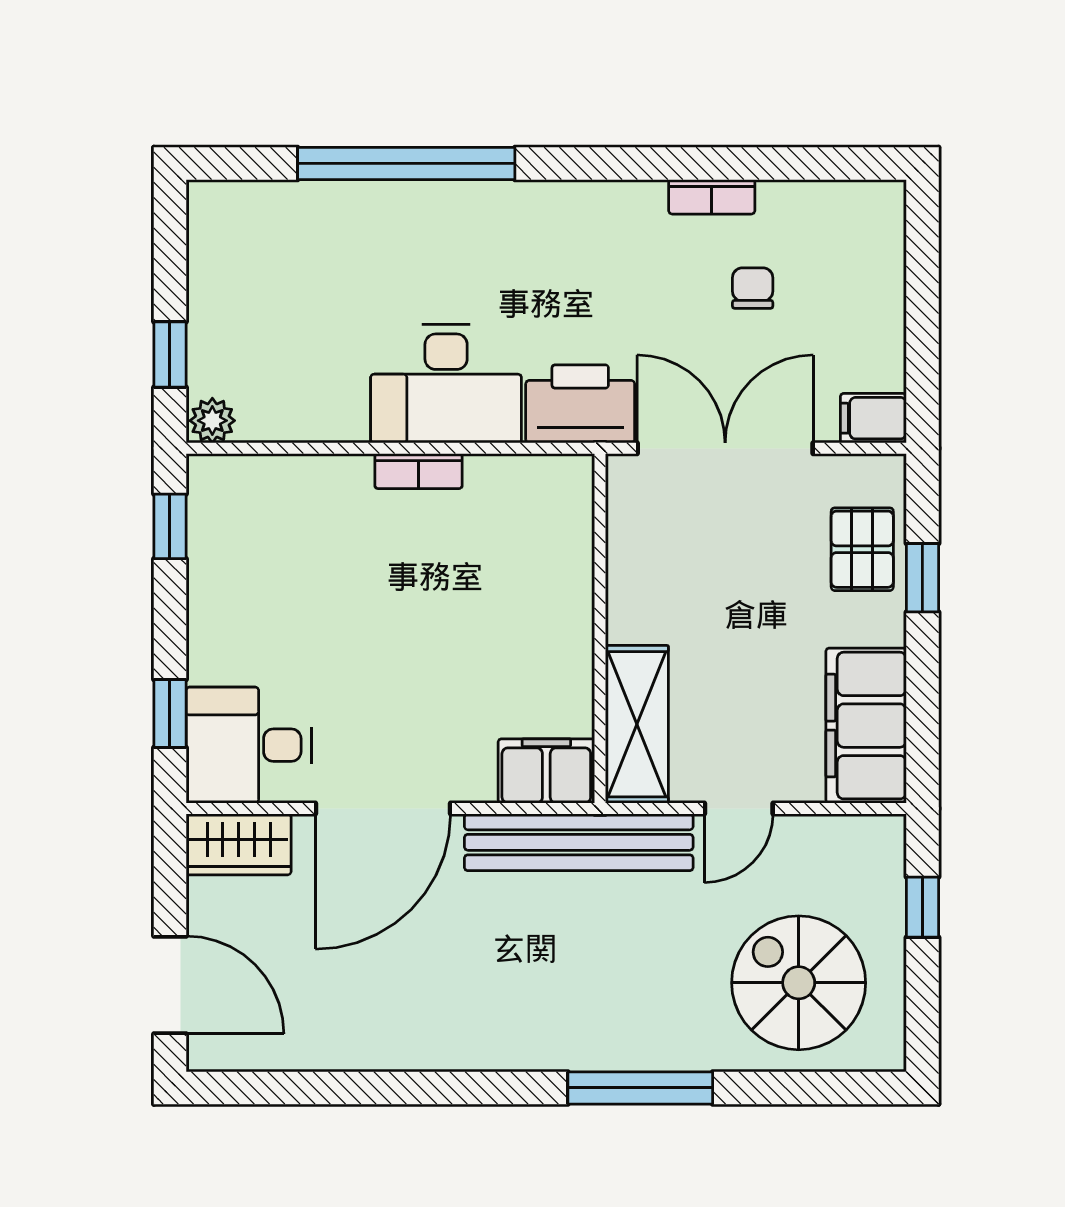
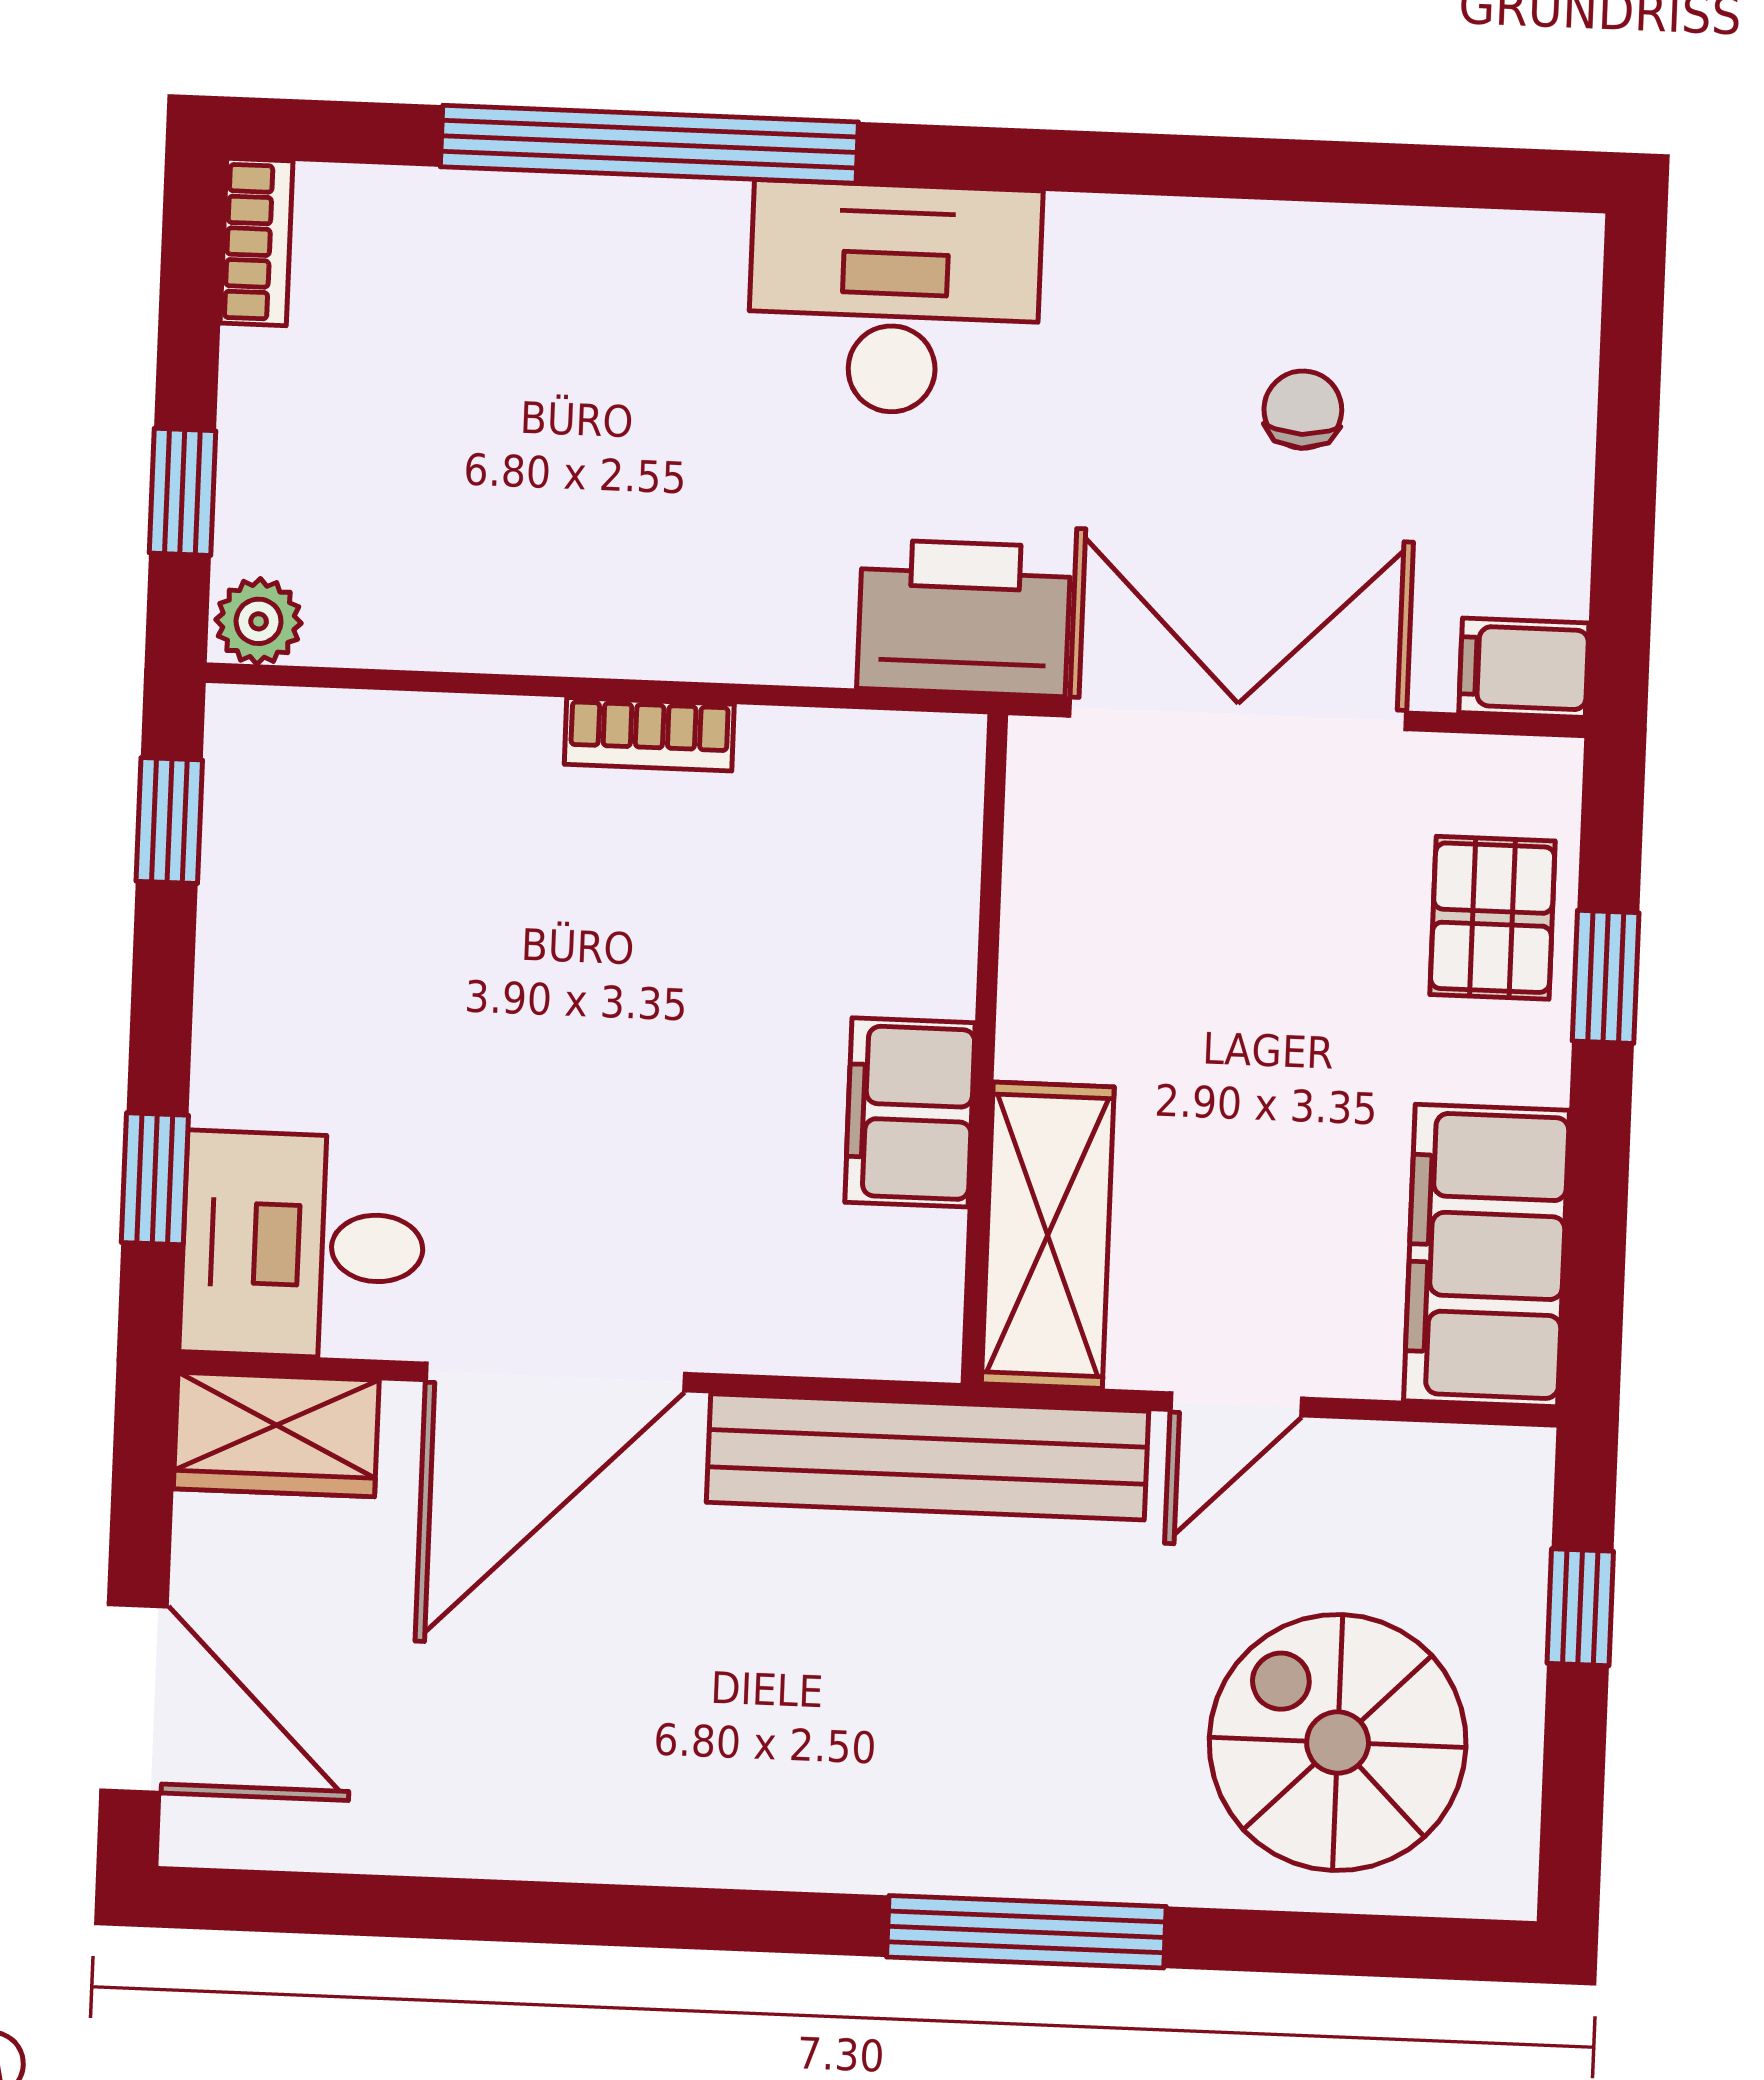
bookcase: (712, 197) -> (256, 242), moved, turned -90
desk: (446, 384) -> (894, 299), moved, turned 180
filing cabinet: (546, 771) -> (910, 1112), moved, turned -90

